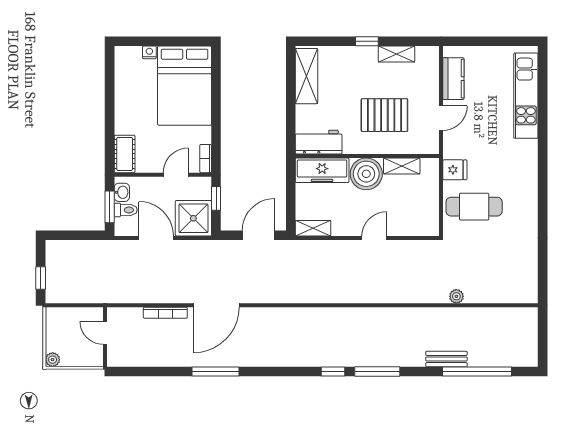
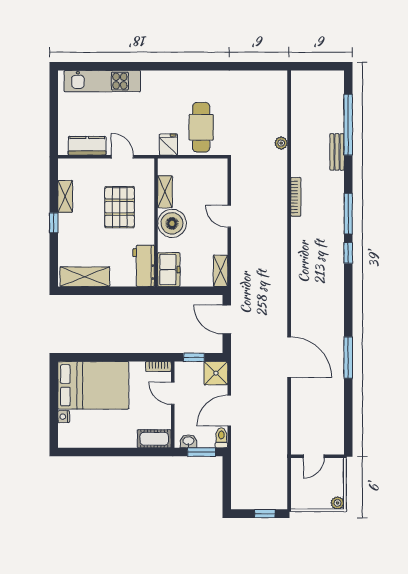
freezer: (322, 170) -> (169, 270), width x0.71
toilet: (126, 210) -> (221, 438), moved
shower: (193, 218) -> (216, 373), width x0.73, depth x0.73
bookcase: (165, 313) -> (296, 197), moved

